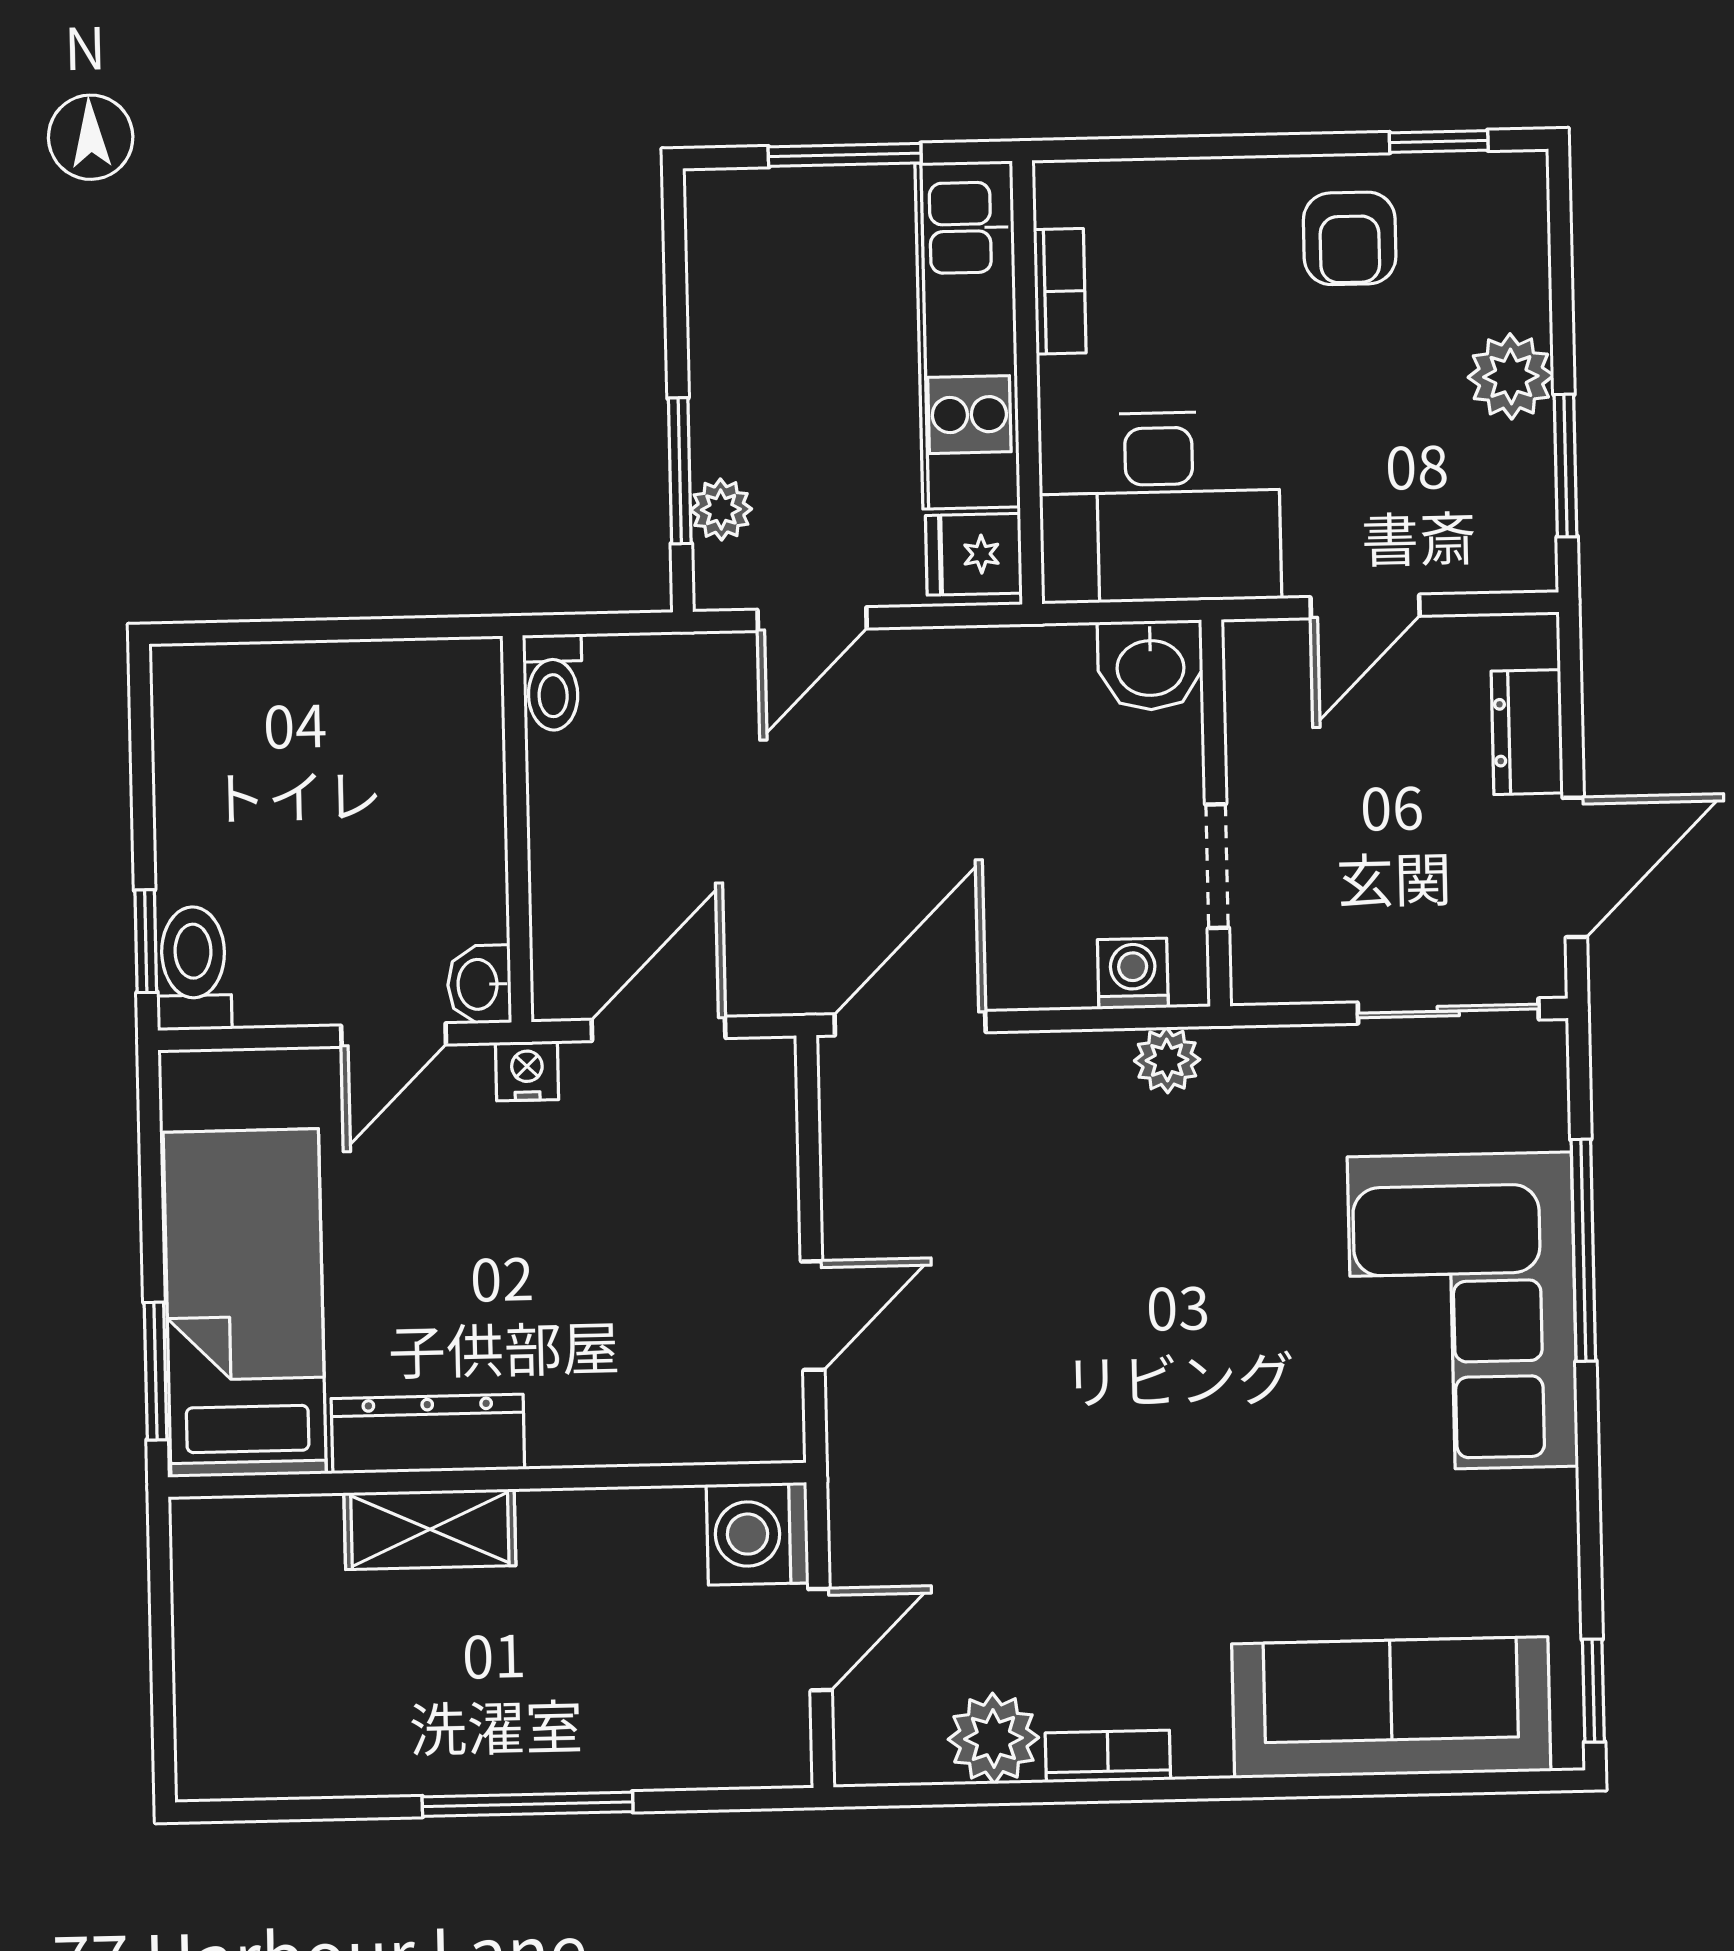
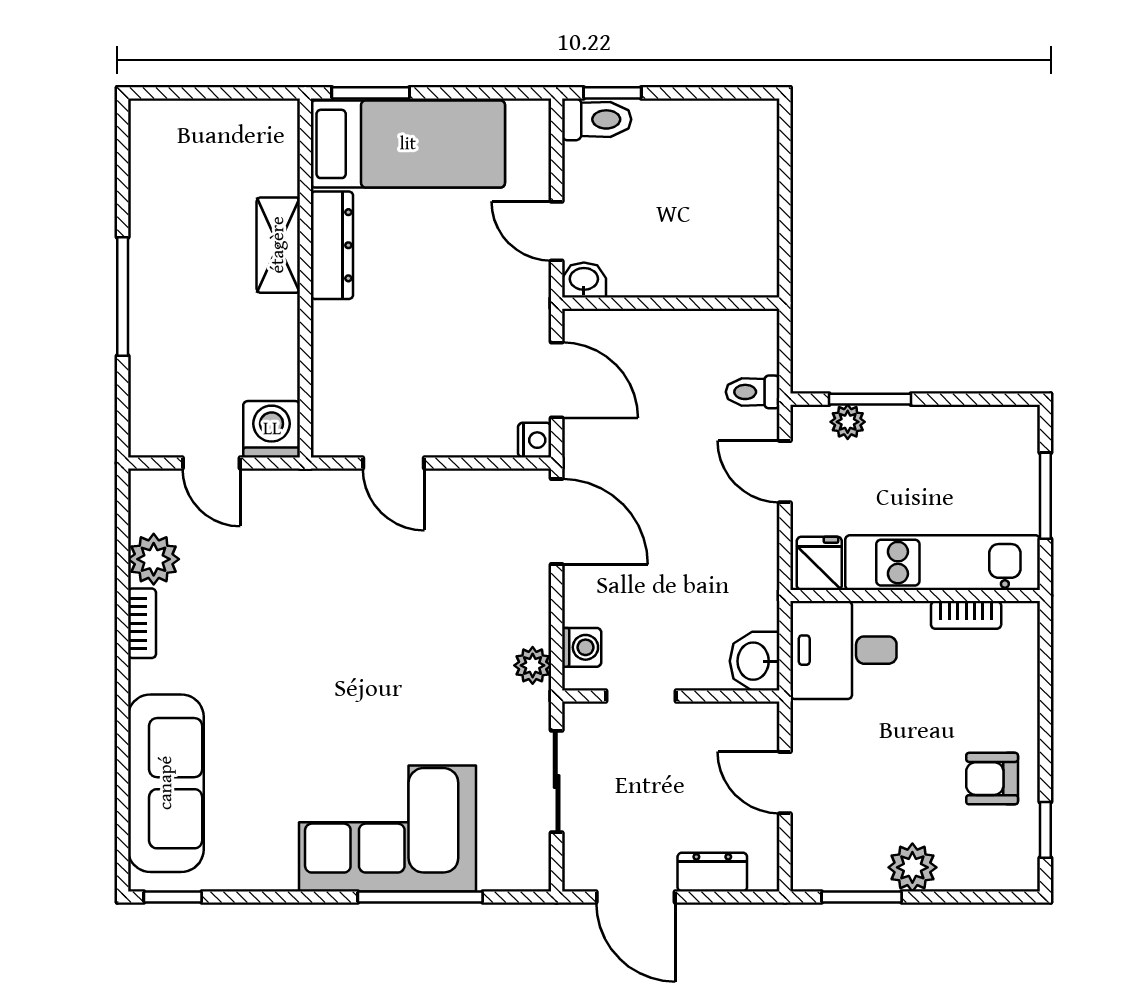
desk: (1160, 507) -> (843, 650), width x0.73
toilet: (553, 682) -> (753, 392), moved
sliding door: (1448, 1011) -> (557, 782), moved
nightstand: (527, 1071) -> (535, 440), moved

